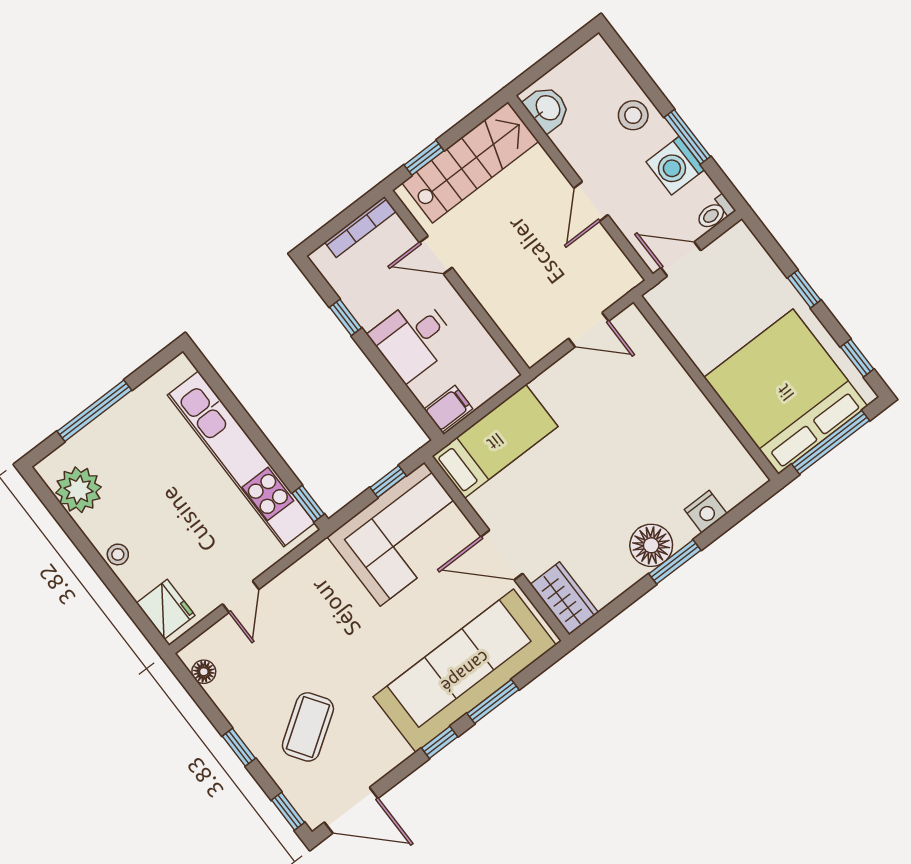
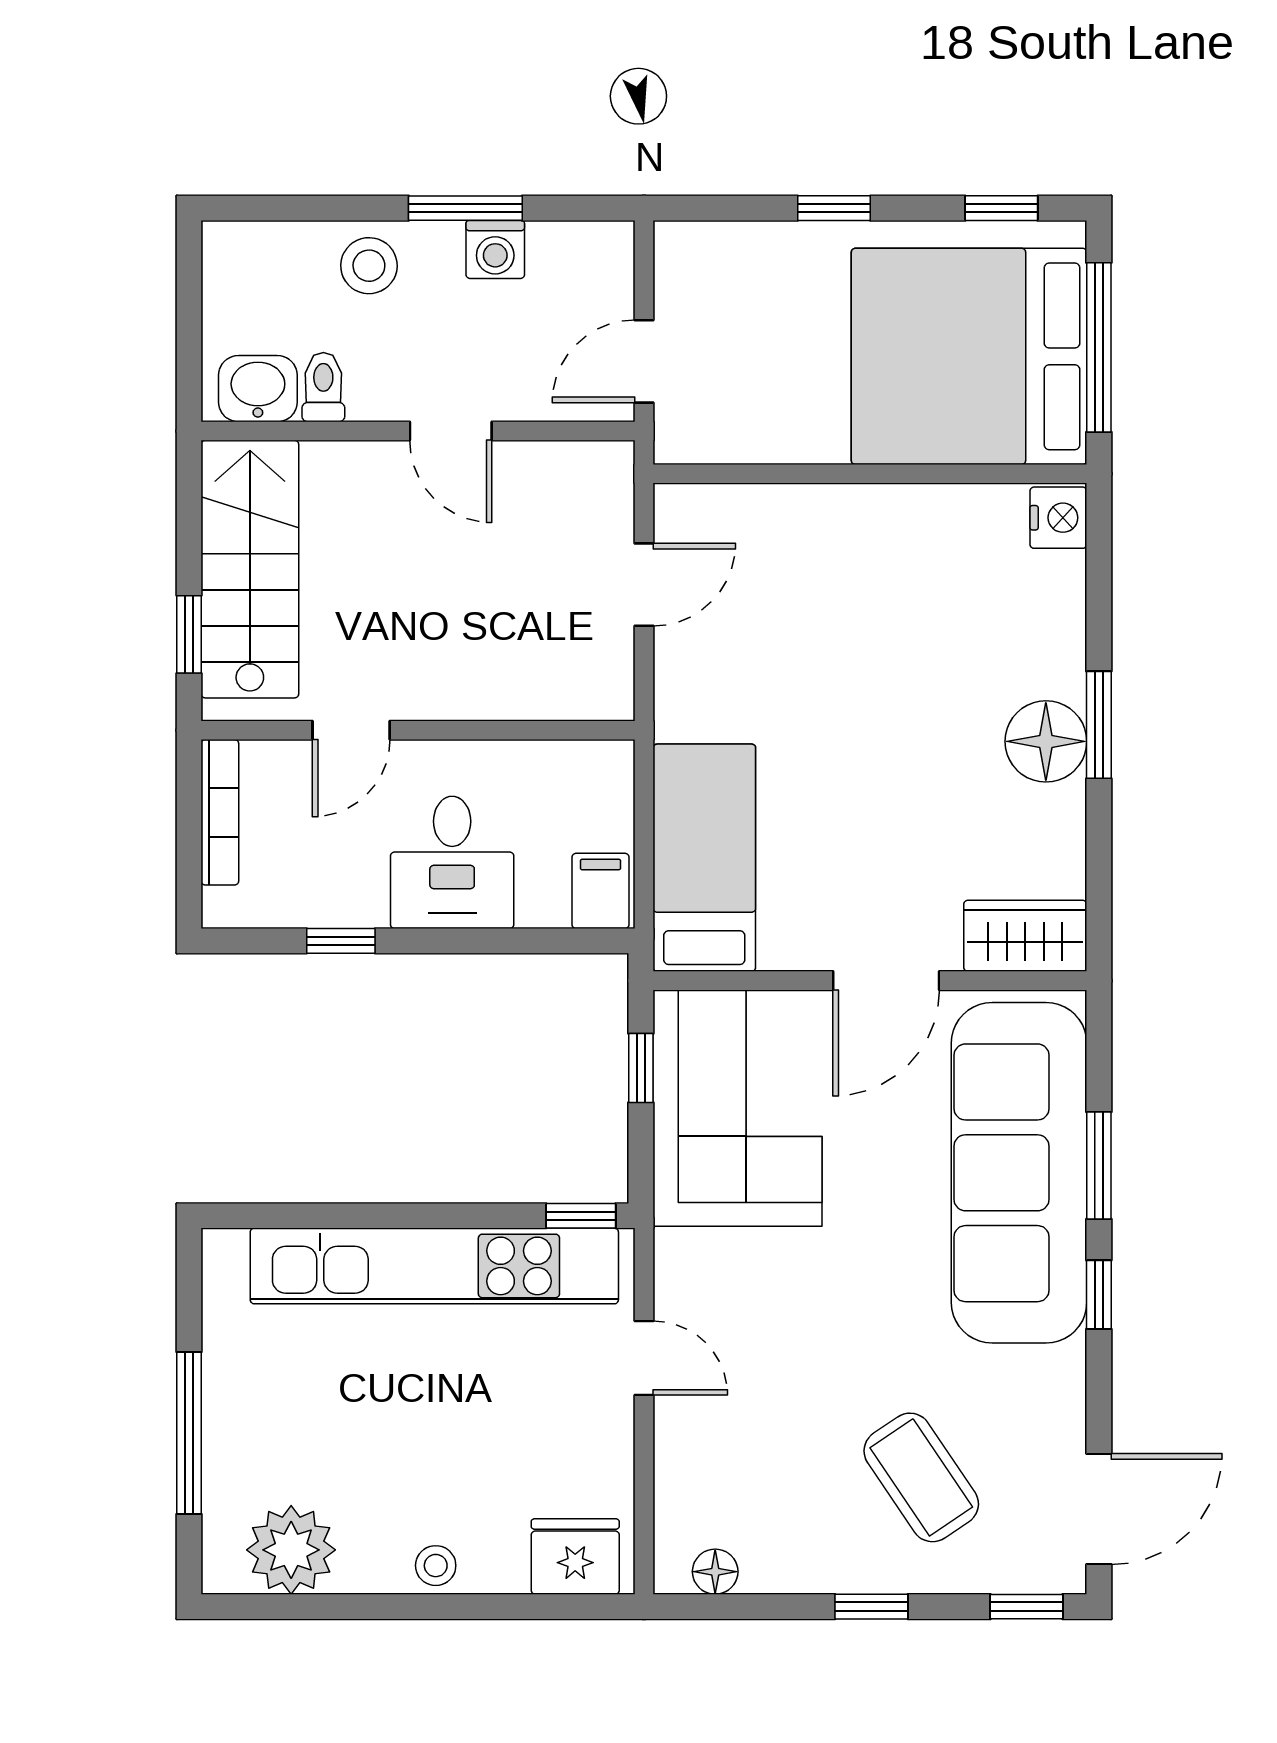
washing machine: (675, 166) -> (495, 249), width x0.73, depth x0.73
toilet: (715, 213) -> (323, 387), moved, turned 180
nightstand: (706, 512) -> (1058, 518), moved
door: (241, 597) -> (644, 1358), moved

